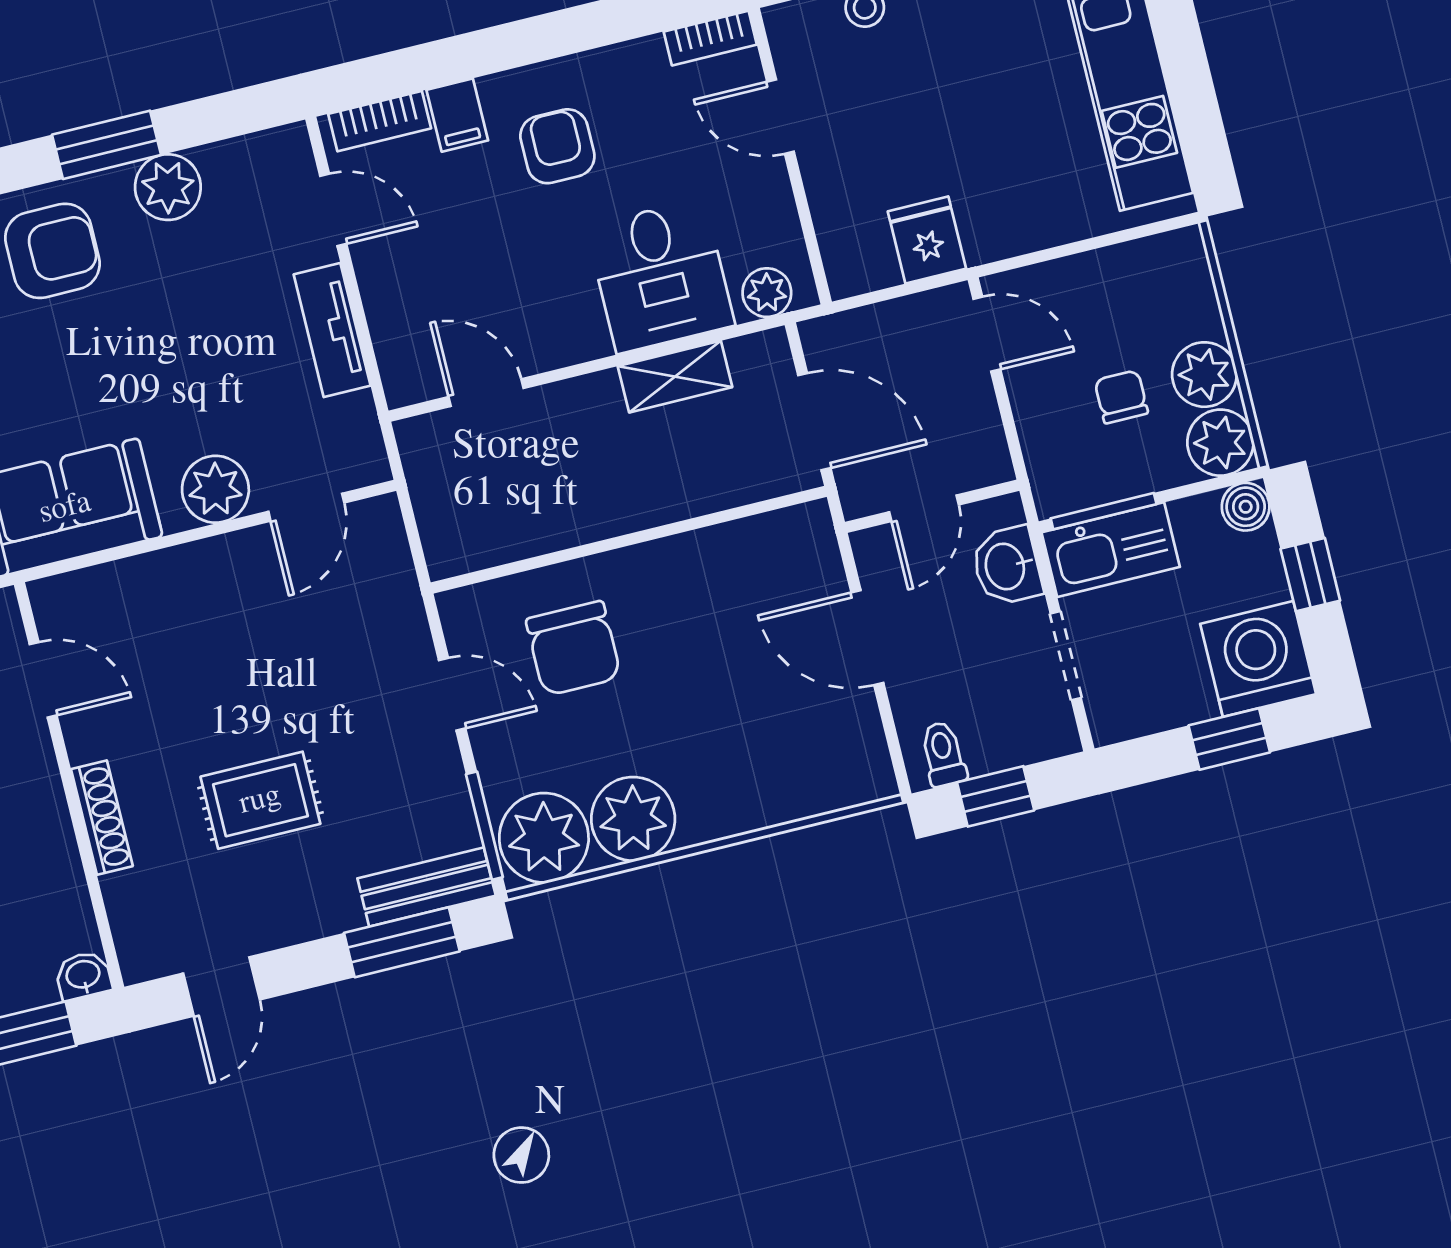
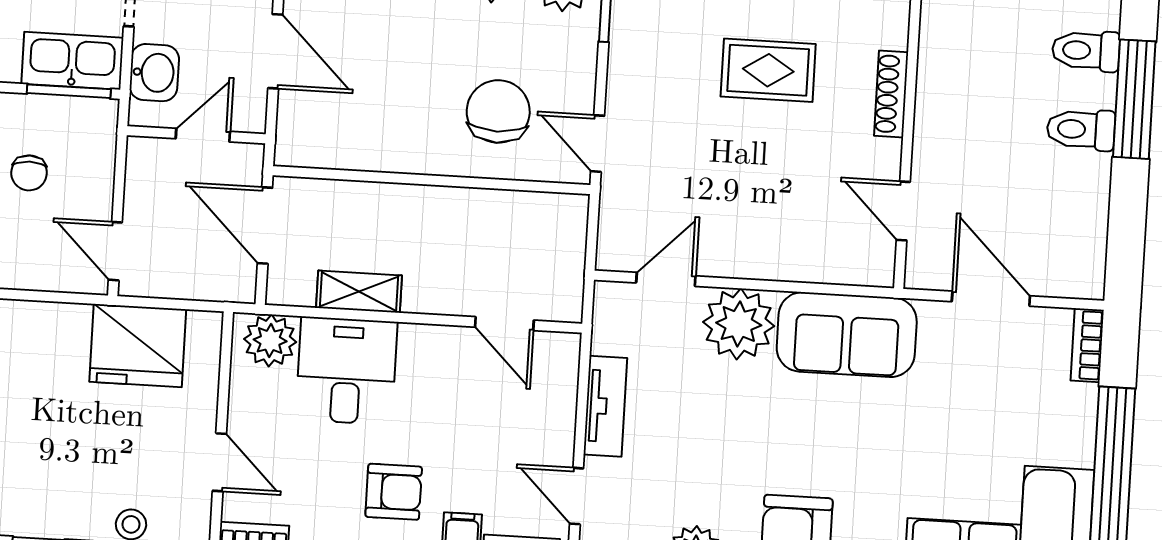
armchair: (557, 146) -> (394, 492), turned -90
fridge: (927, 240) -> (138, 346), width x1.88, depth x1.34
plant: (767, 293) -> (270, 340), width x1.38, depth x1.38
plant: (215, 489) -> (739, 324), width x1.36, depth x1.36
door: (452, 694) -> (598, 144), moved

